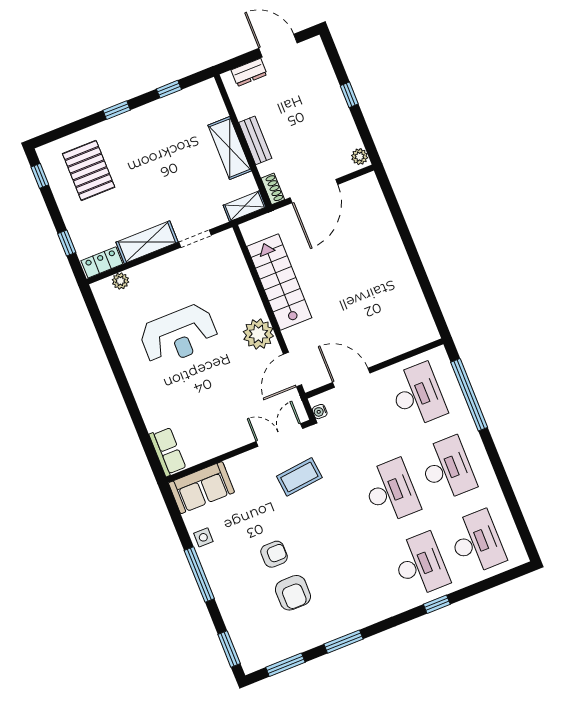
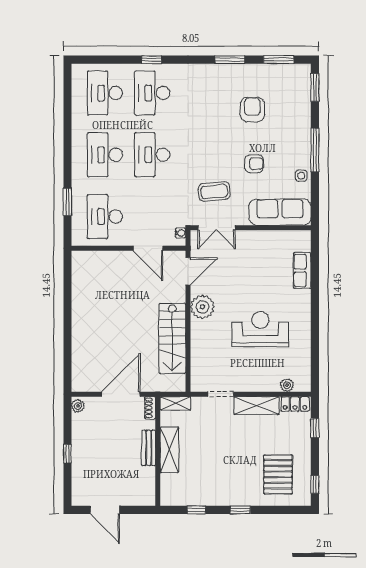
dresser: (249, 72) -> (134, 499), removed
window: (469, 395) -> (68, 202), width x0.47
row of seats: (168, 451) -> (302, 270), moved
sofa: (201, 488) -> (280, 212), width x1.36
armchair: (274, 554) -> (254, 164), moved, turned 180

